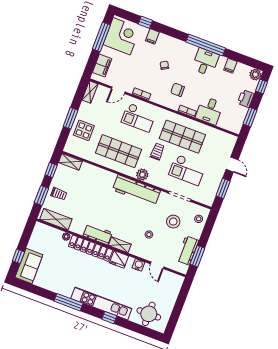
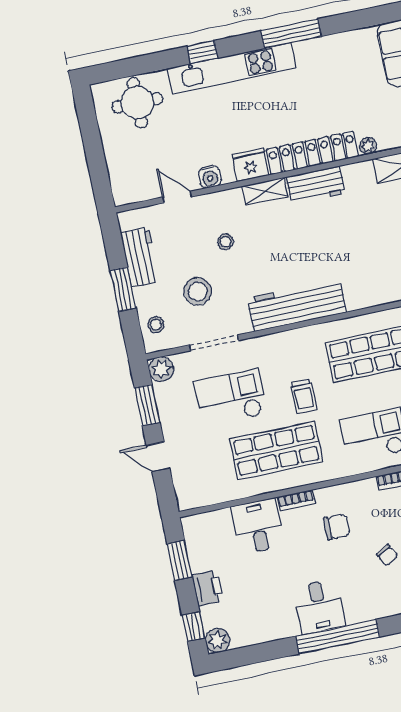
filing cabinet: (230, 66) -> (271, 628), removed
plant: (142, 175) -> (161, 369), moved
window: (197, 256) -> (123, 289), moved

